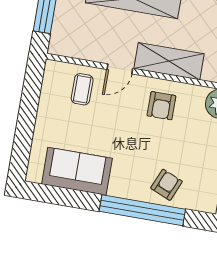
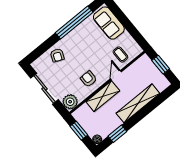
sofa: (77, 171) -> (109, 23), moved, turned 90
window: (142, 210) -> (74, 22), moved

